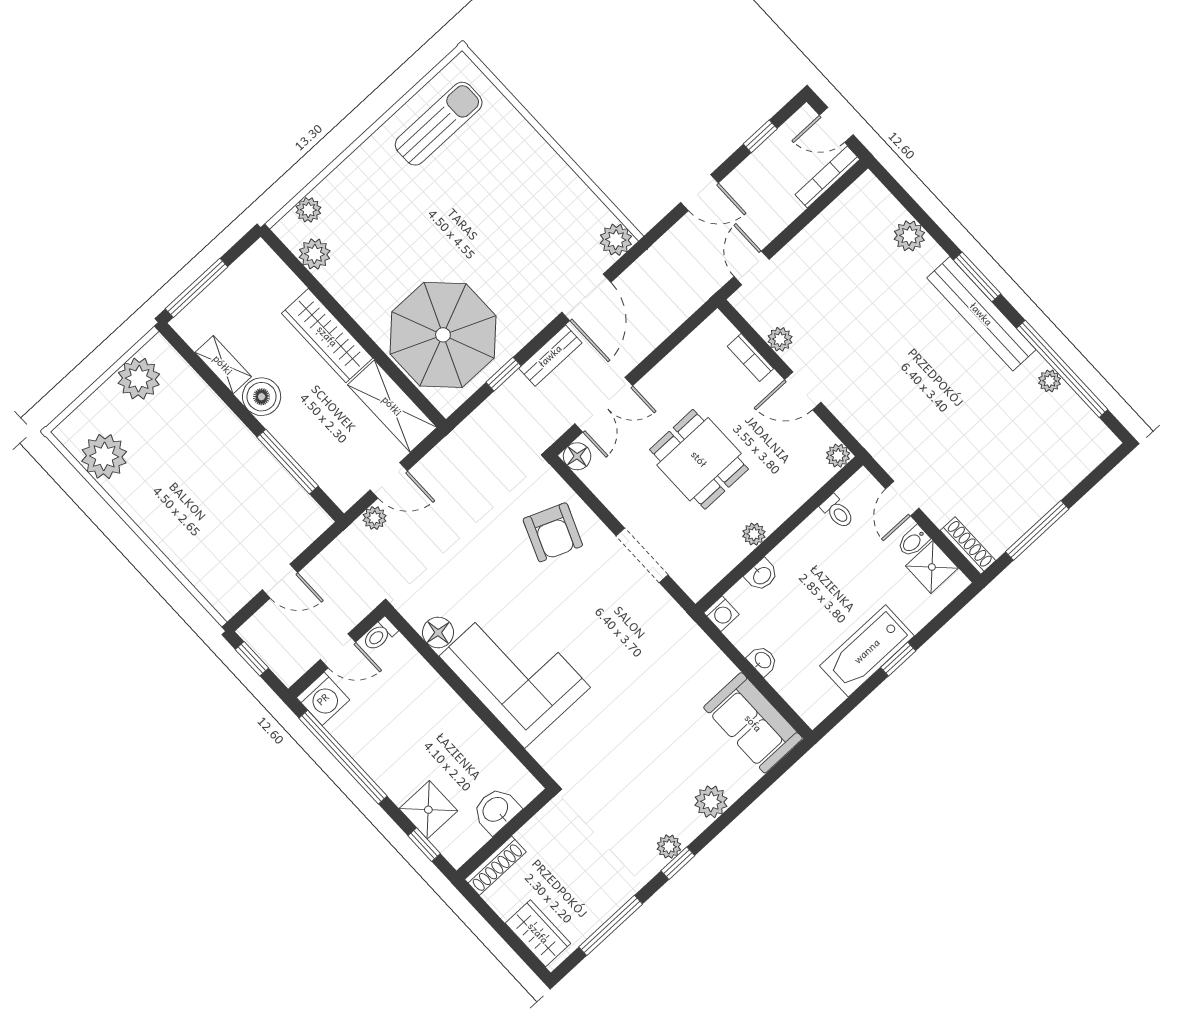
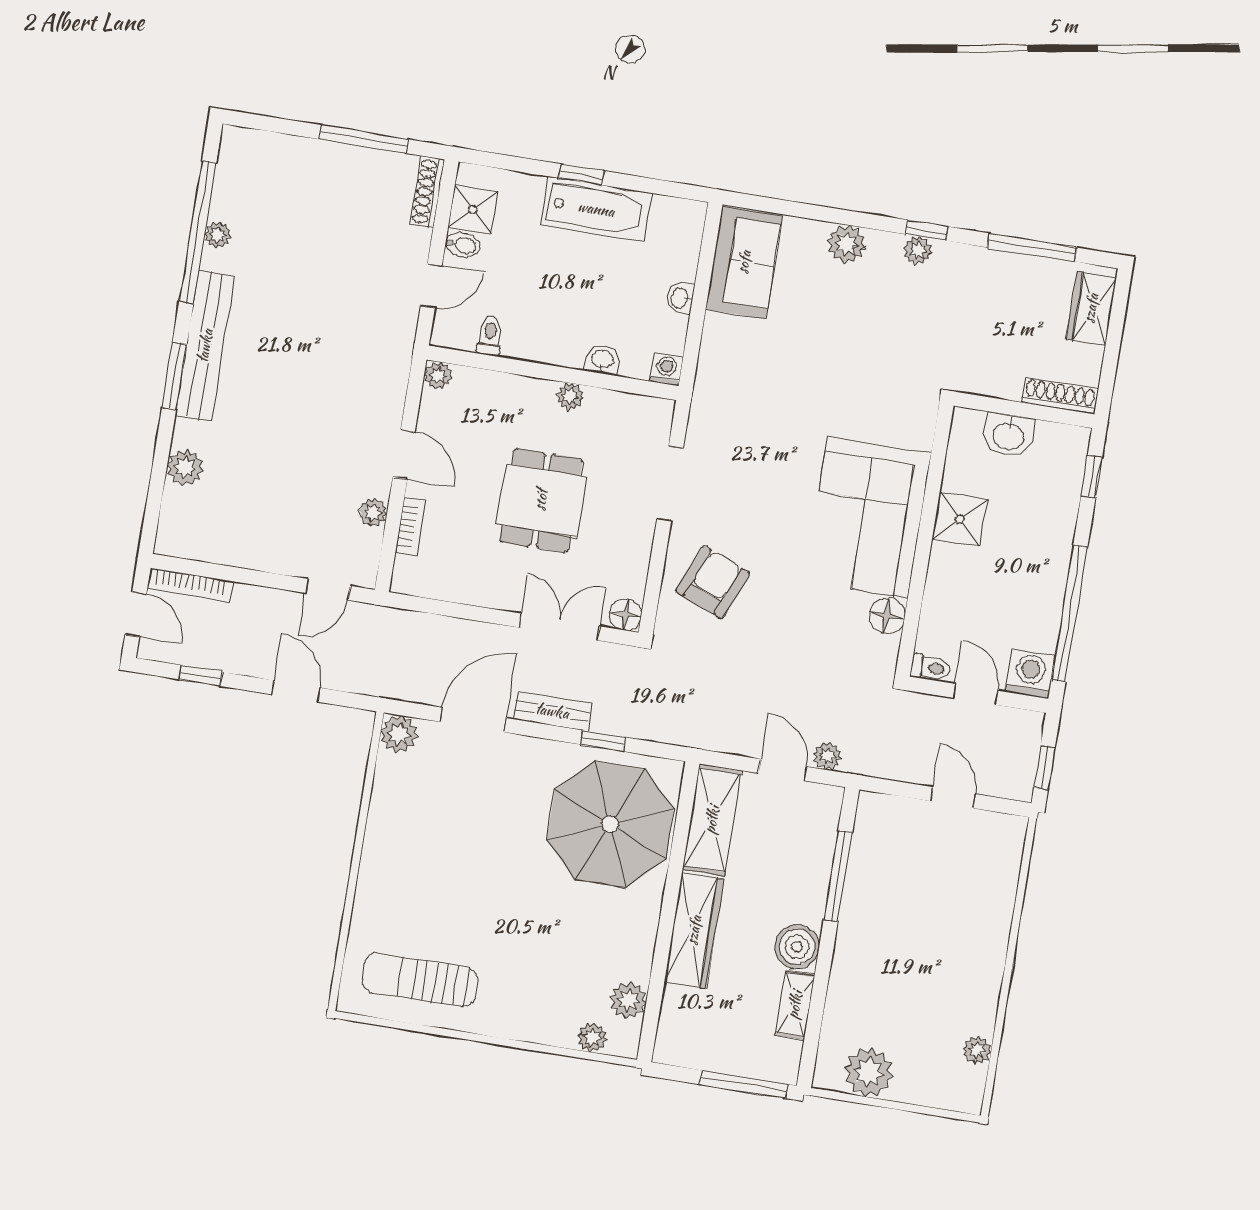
plant: (104, 456) -> (977, 1050), width x0.53, depth x0.53
shower: (428, 810) -> (960, 519), moved

